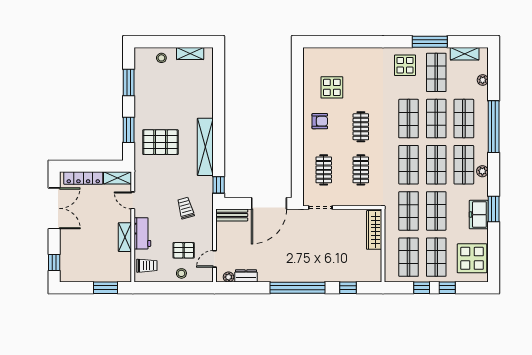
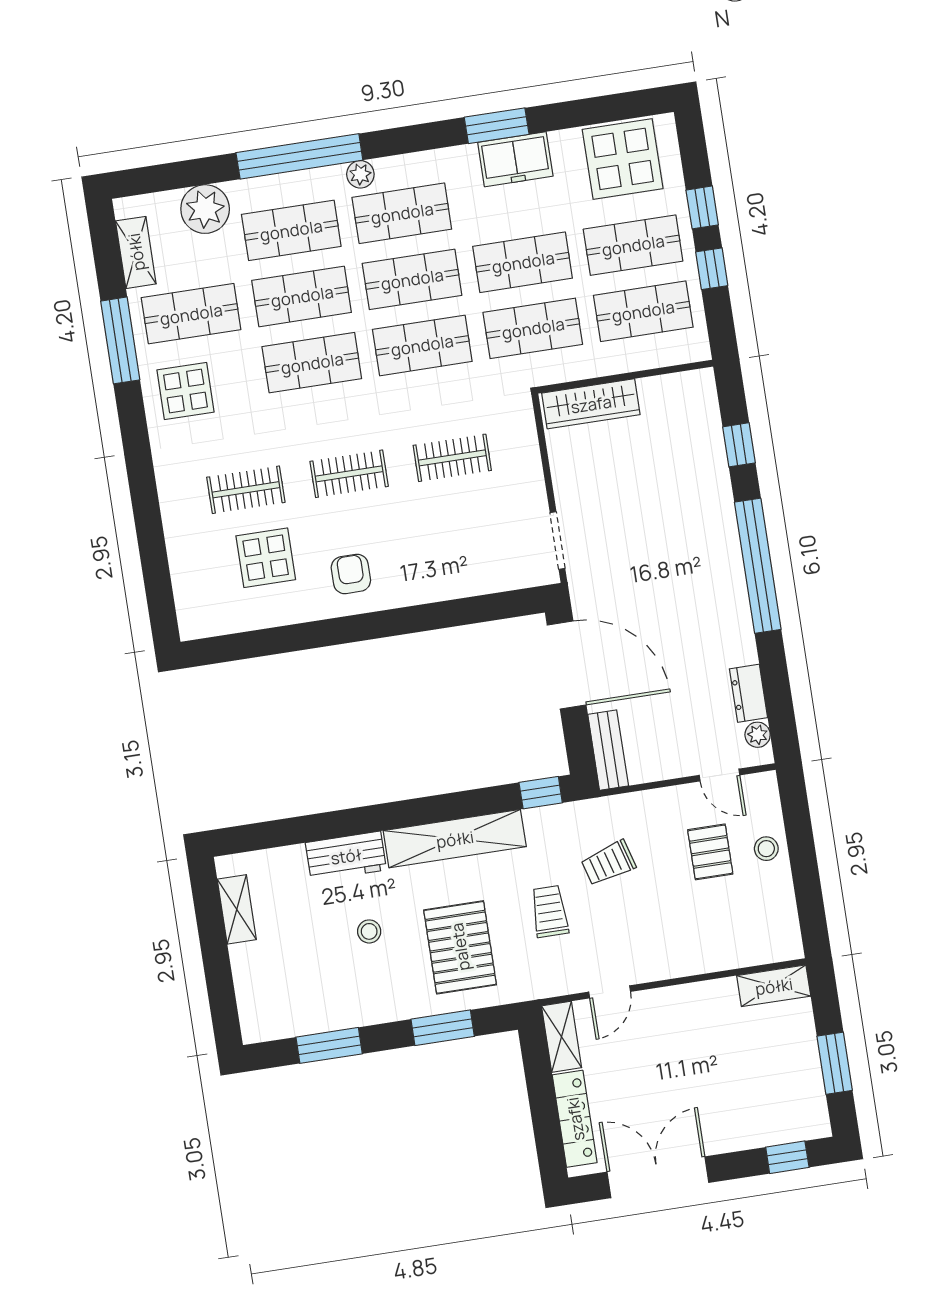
stool: (161, 58) -> (369, 931), moved
plant: (483, 80) -> (205, 209), width x1.87, depth x1.87
clothes rail: (324, 170) -> (246, 490), moved
plant: (482, 171) -> (360, 174), moved
workbench: (142, 233) -> (346, 856), moved, turned 180
shelving: (125, 237) -> (774, 986), moved
trolley: (147, 266) -> (550, 911), moved
window: (106, 288) -> (835, 1063), moved

